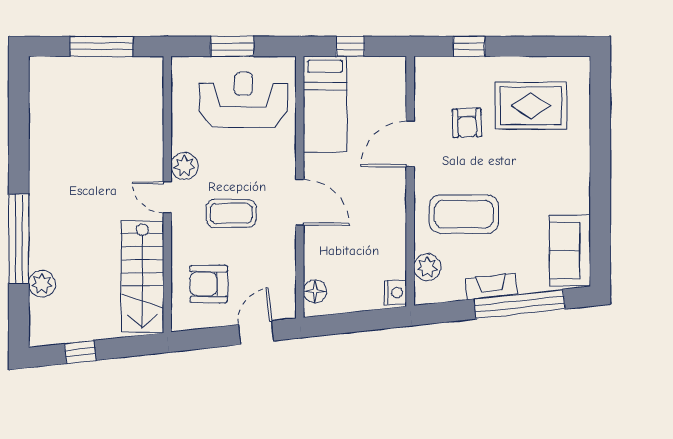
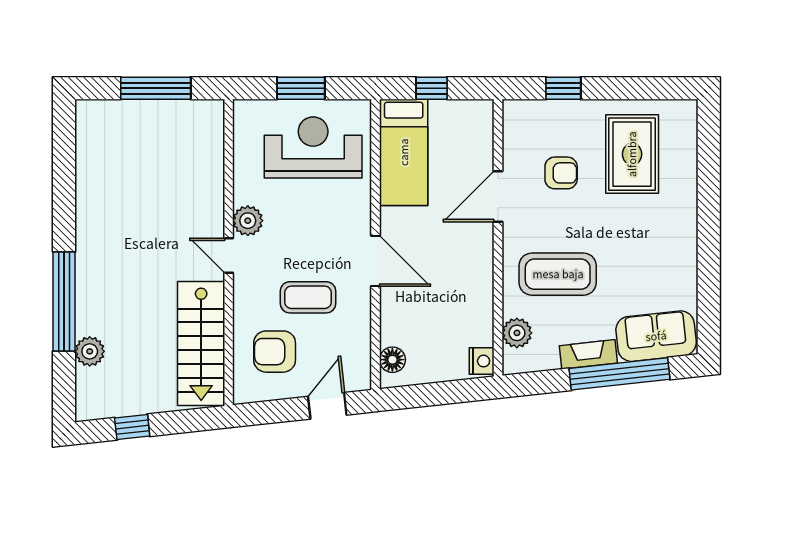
rug: (531, 106) -> (632, 154), turned 90
armchair: (467, 123) -> (561, 173), turned -88
coffee table: (231, 213) -> (308, 297), moved
sofa: (570, 251) -> (656, 336), moved, turned 84

